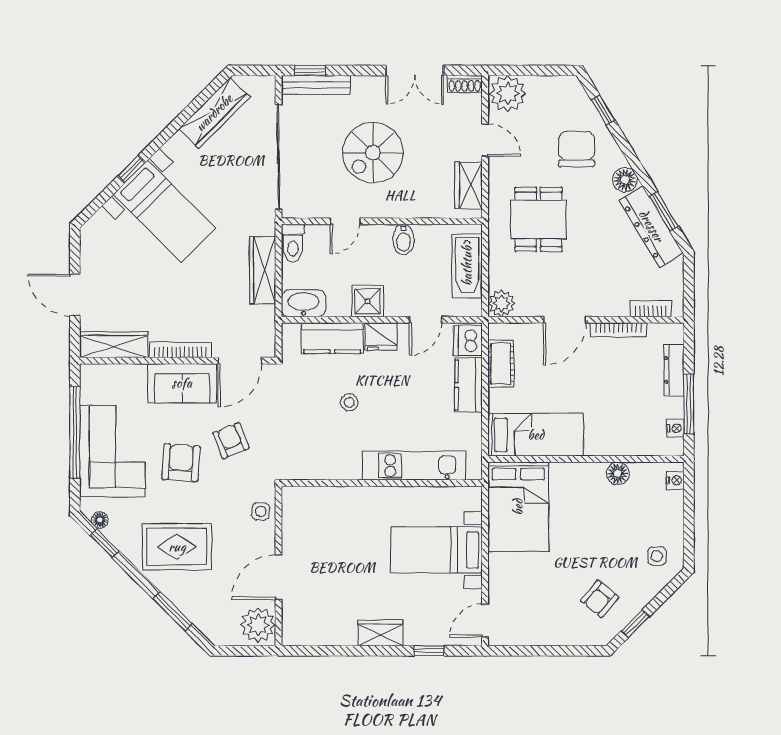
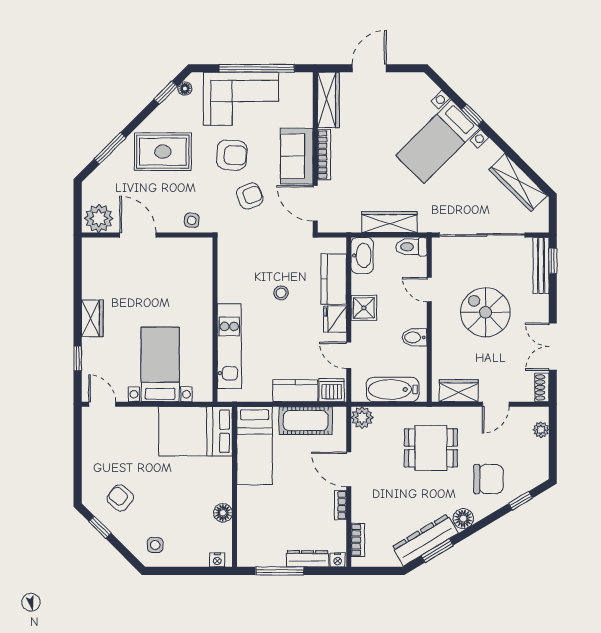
plant: (508, 93) -> (541, 430), width x0.53, depth x0.53
bookcase: (618, 330) -> (340, 505), width x0.64
cot: (501, 364) -> (306, 421), width x1.37, depth x1.34
nightstand: (675, 428) -> (338, 560), moved
rug: (177, 547) -> (163, 152), turned 90

